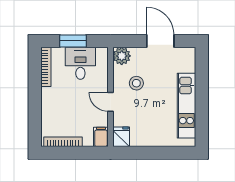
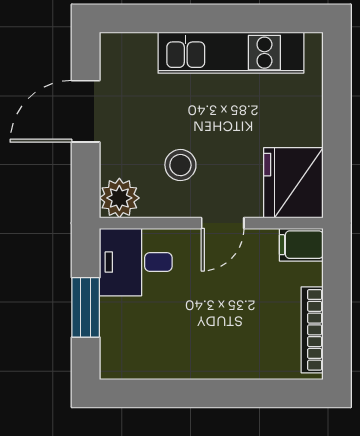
desk: (80, 63) -> (136, 262), moved
bookcase: (46, 67) -> (144, 368), removed
fridge: (121, 137) -> (293, 183), width x1.88, depth x1.34

